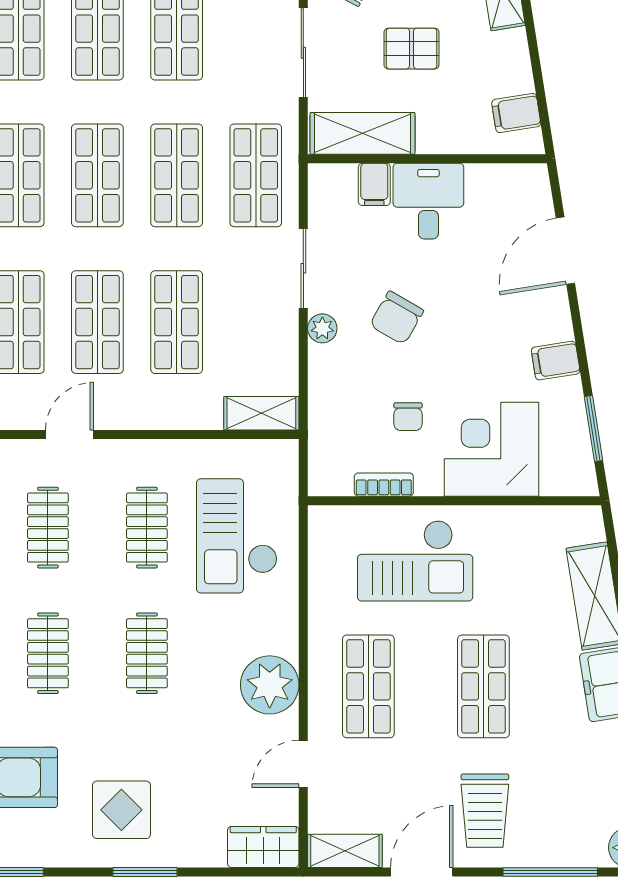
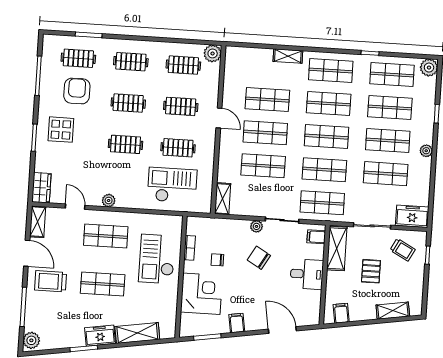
filing cabinet: (374, 184) -> (316, 237), moved
plant: (270, 685) -> (109, 200), width x0.53, depth x0.53

